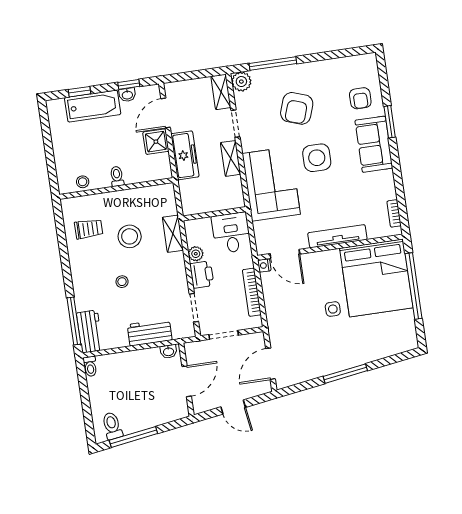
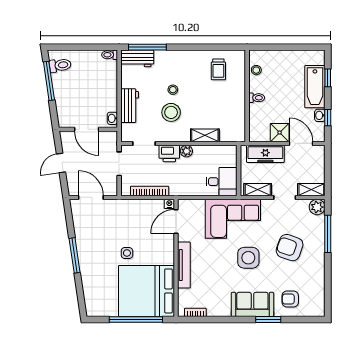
wall: (214, 214) -> (239, 170), moved
desk: (231, 233) -> (222, 182), moved
stool: (130, 236) -> (171, 112), moved

